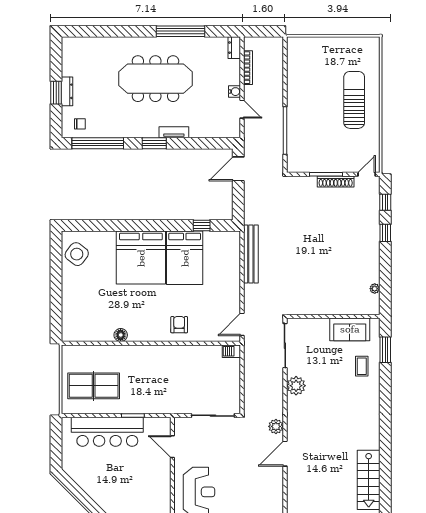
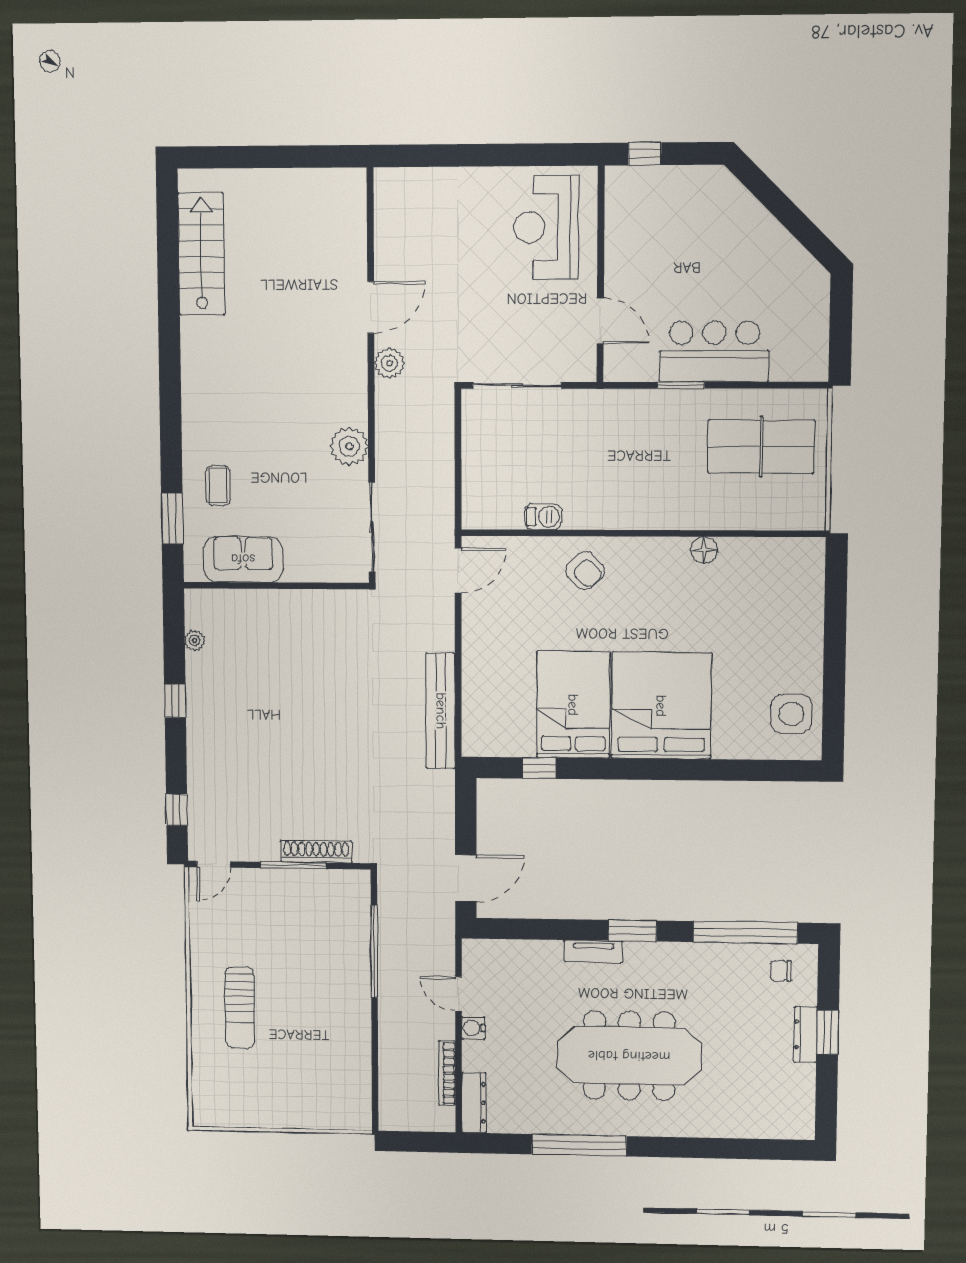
dresser: (234, 48) -> (474, 1103), width x1.44
sun lounger: (354, 100) -> (240, 1008), width x0.73, depth x0.75
shoe rack: (336, 182) -> (316, 852), moved
window: (385, 233) -> (175, 701), moved
side table: (77, 254) -> (791, 714), turned -37
armchair: (179, 325) -> (585, 571), turned -45
barbecue: (231, 351) -> (543, 517), moved
bar counter: (107, 432) -> (714, 352), width x0.73

